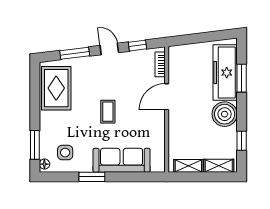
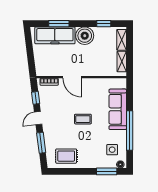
rug: (56, 88) -> (66, 156), width x0.73, depth x0.70
window: (92, 177) -> (130, 130), width x2.11

